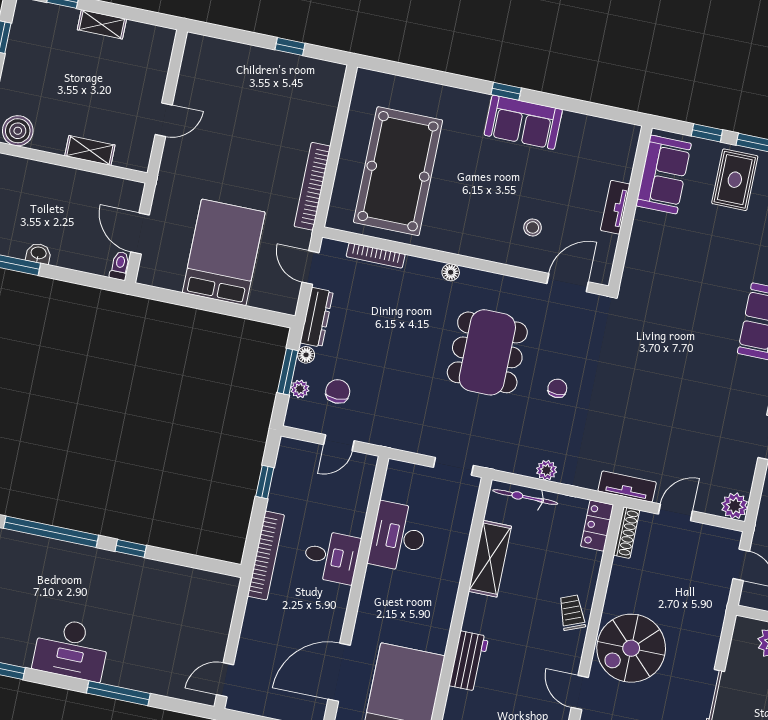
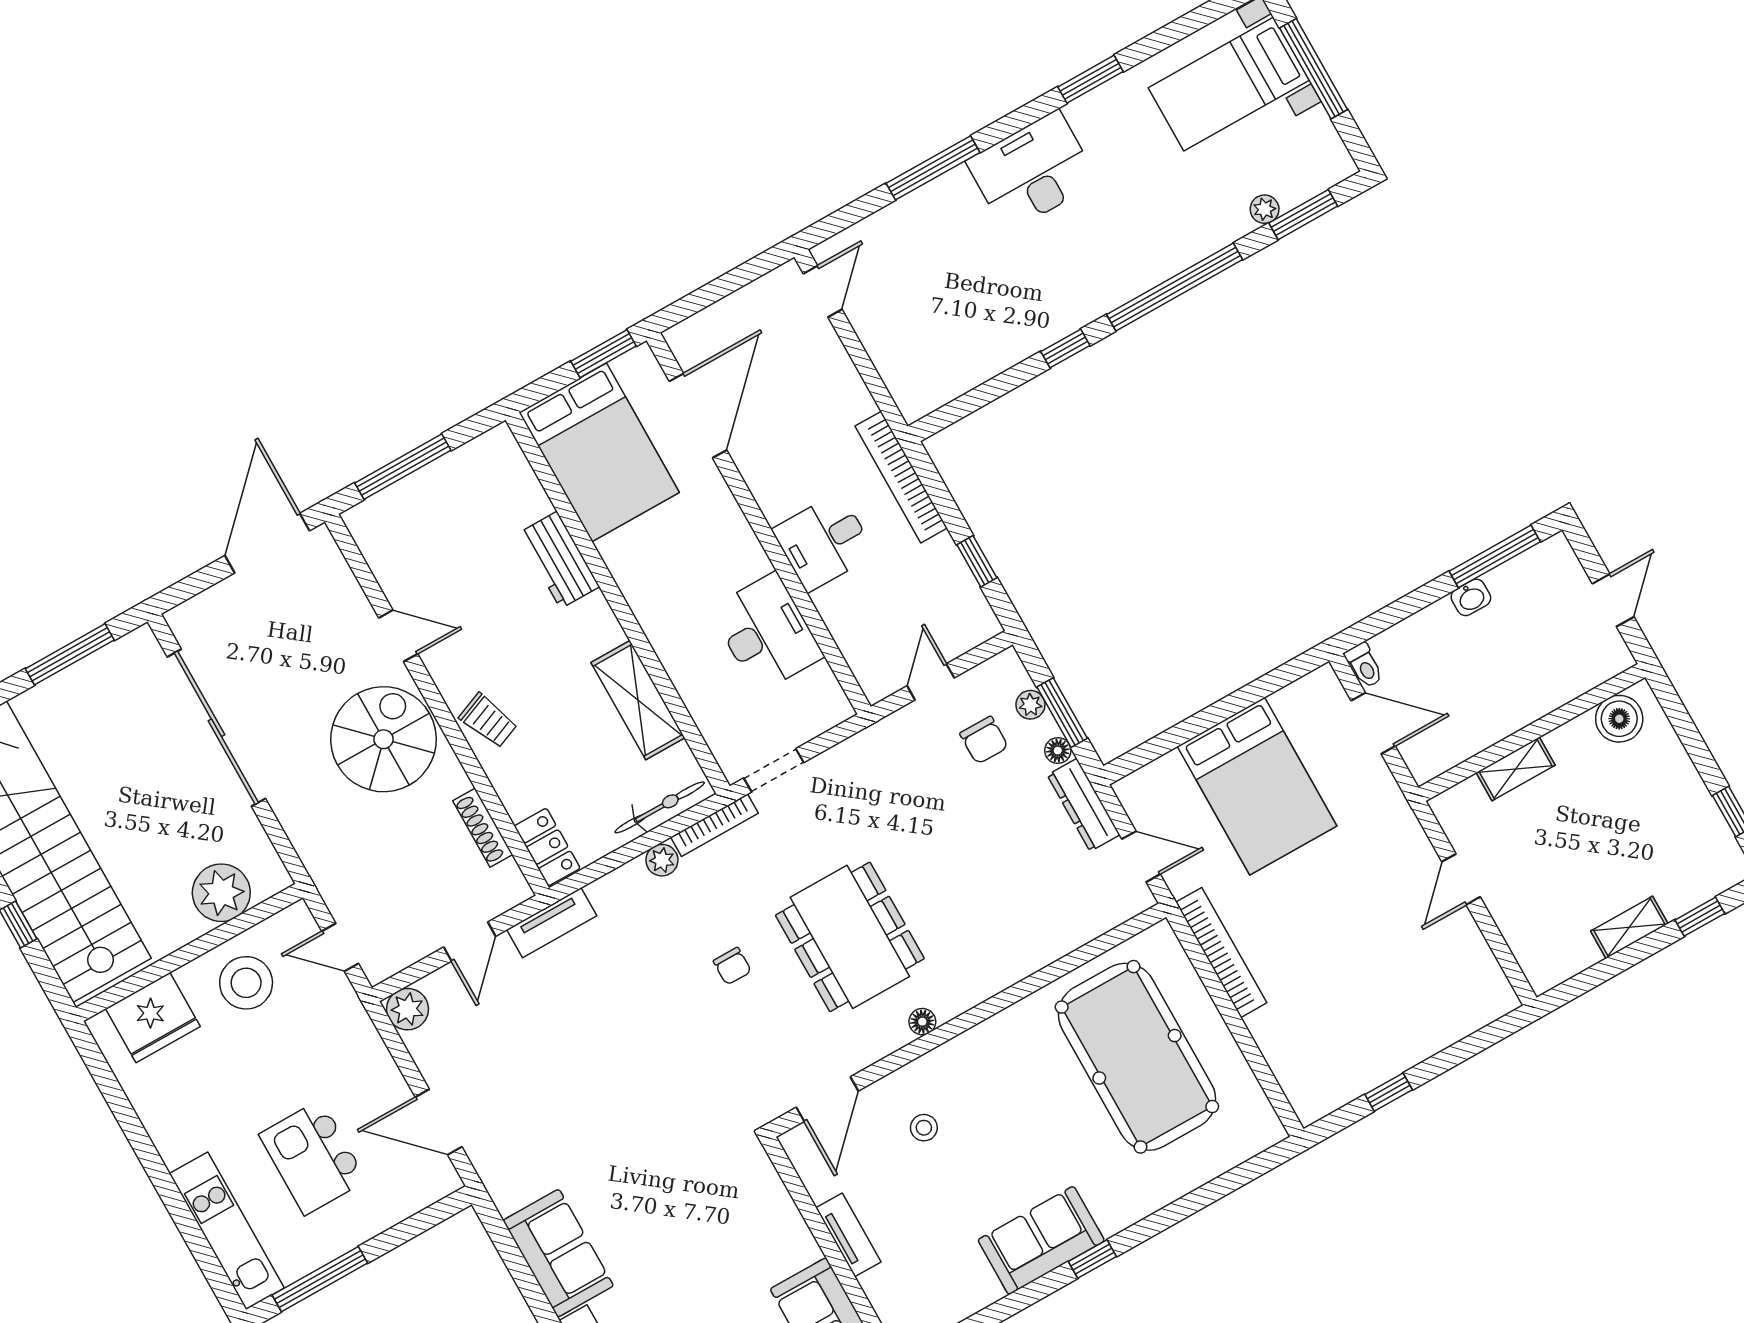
bookcase: (376, 255) -> (715, 825), moved, turned 180
floor lamp: (451, 272) -> (922, 1022), moved
shoe rack: (627, 533) -> (483, 828), moved

